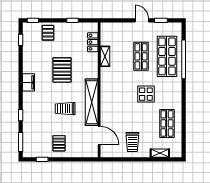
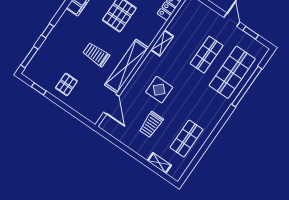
shelving: (105, 56) -> (162, 43), moved
display table: (146, 94) -> (159, 90), moved
trolley: (132, 142) -> (151, 125), moved

